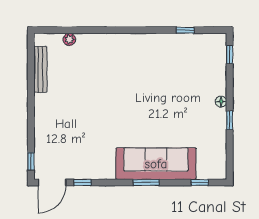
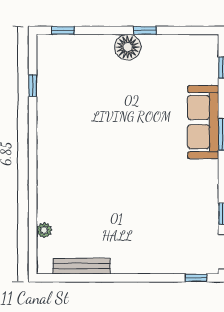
floor lamp: (221, 102) -> (128, 47), width x1.89, depth x1.89
sofa: (156, 164) -> (203, 122), width x0.74, depth x0.79

